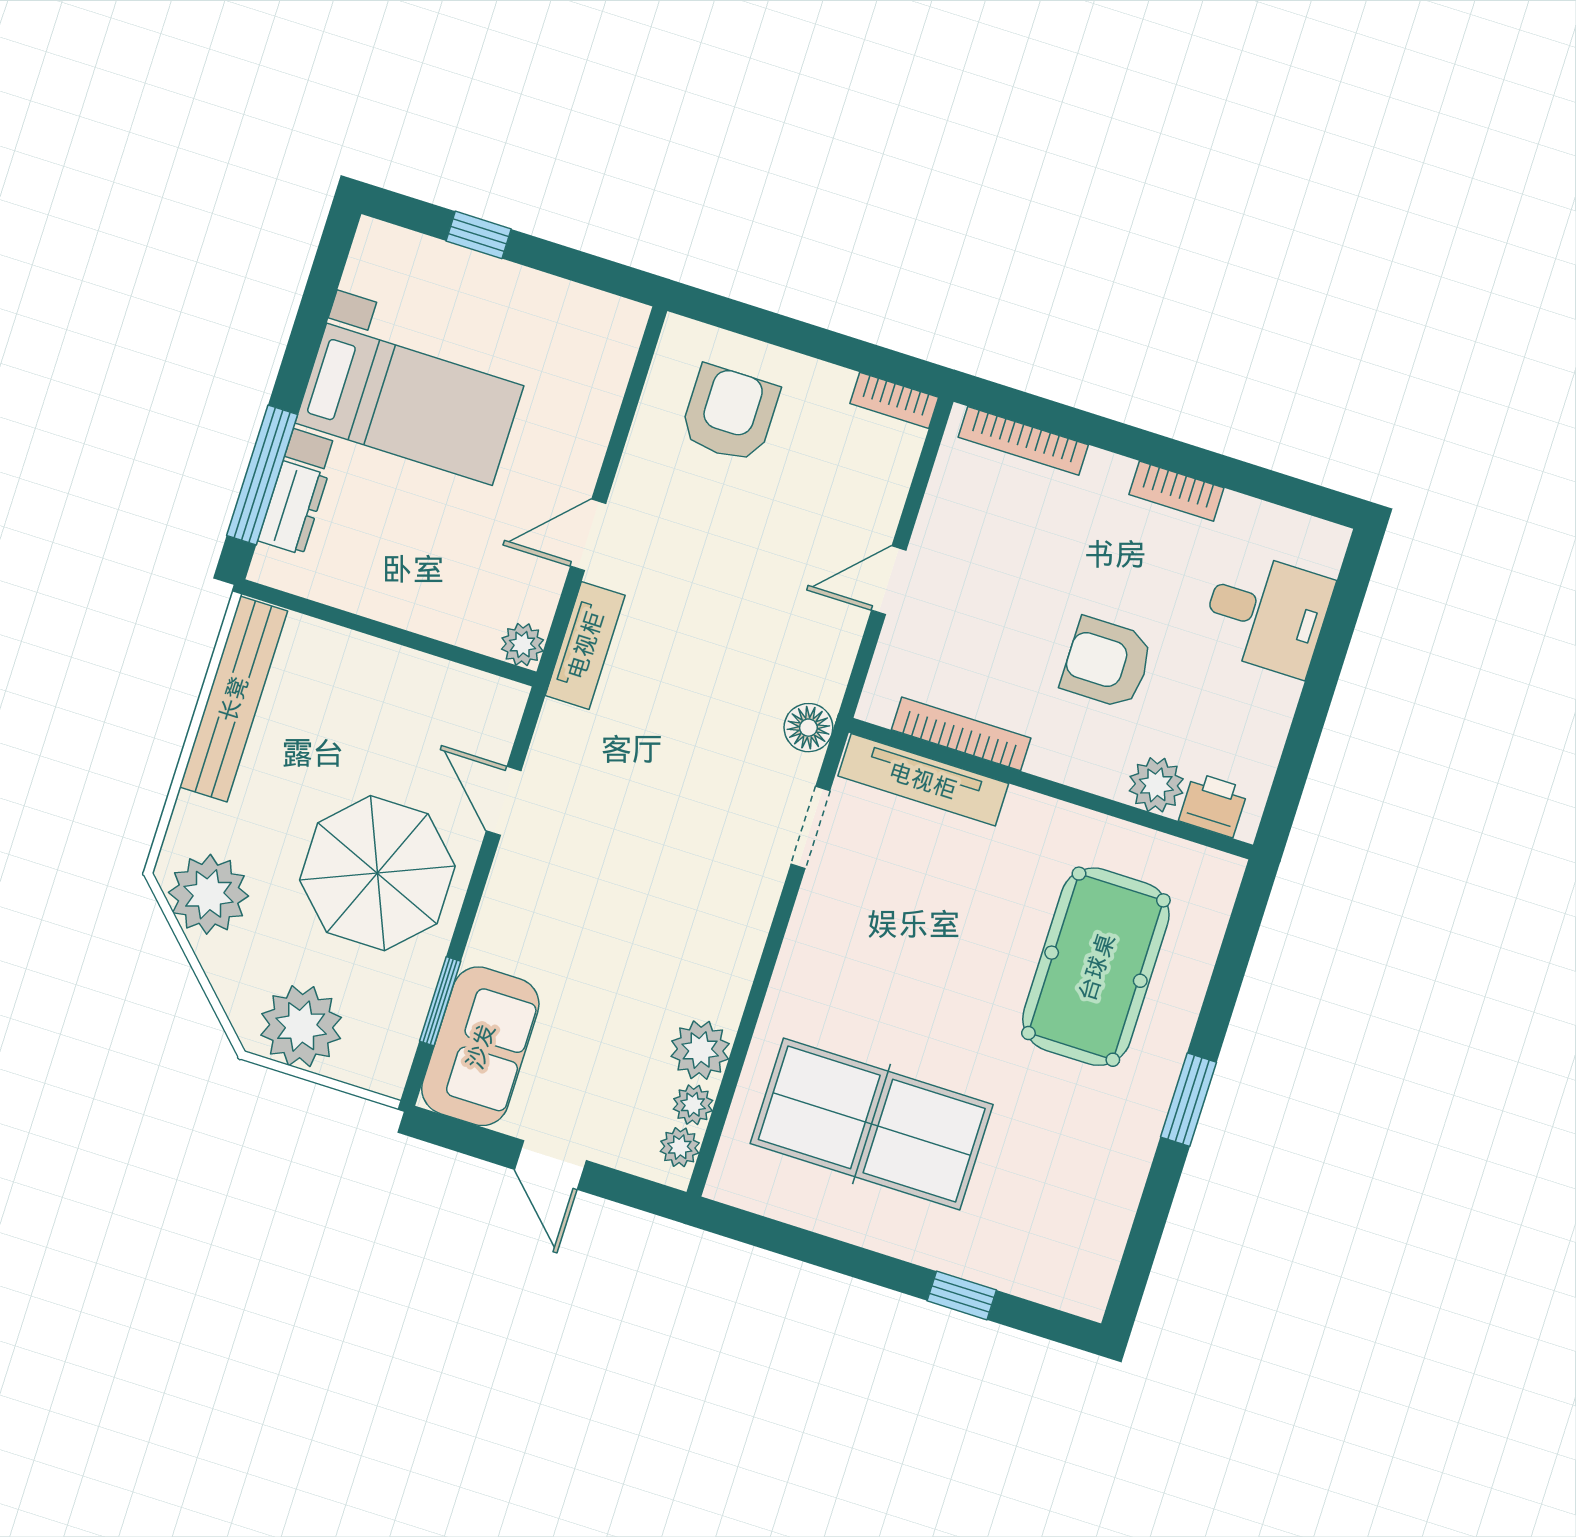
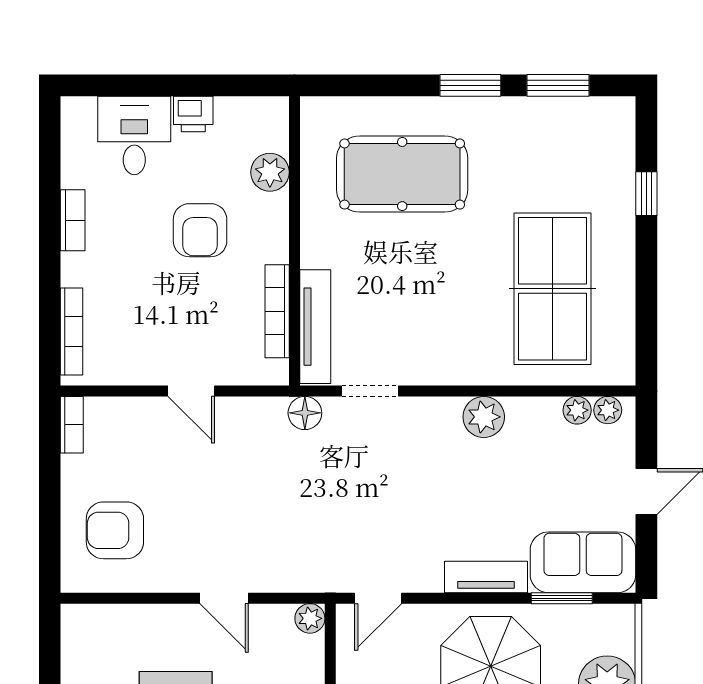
tv unit: (585, 645) -> (486, 577), moved
door: (504, 801) -> (378, 598), moved
printer: (1213, 805) -> (193, 114), moved, turned -90
plant: (700, 1050) -> (484, 417), moved
window: (1150, 1221) -> (558, 85), added

